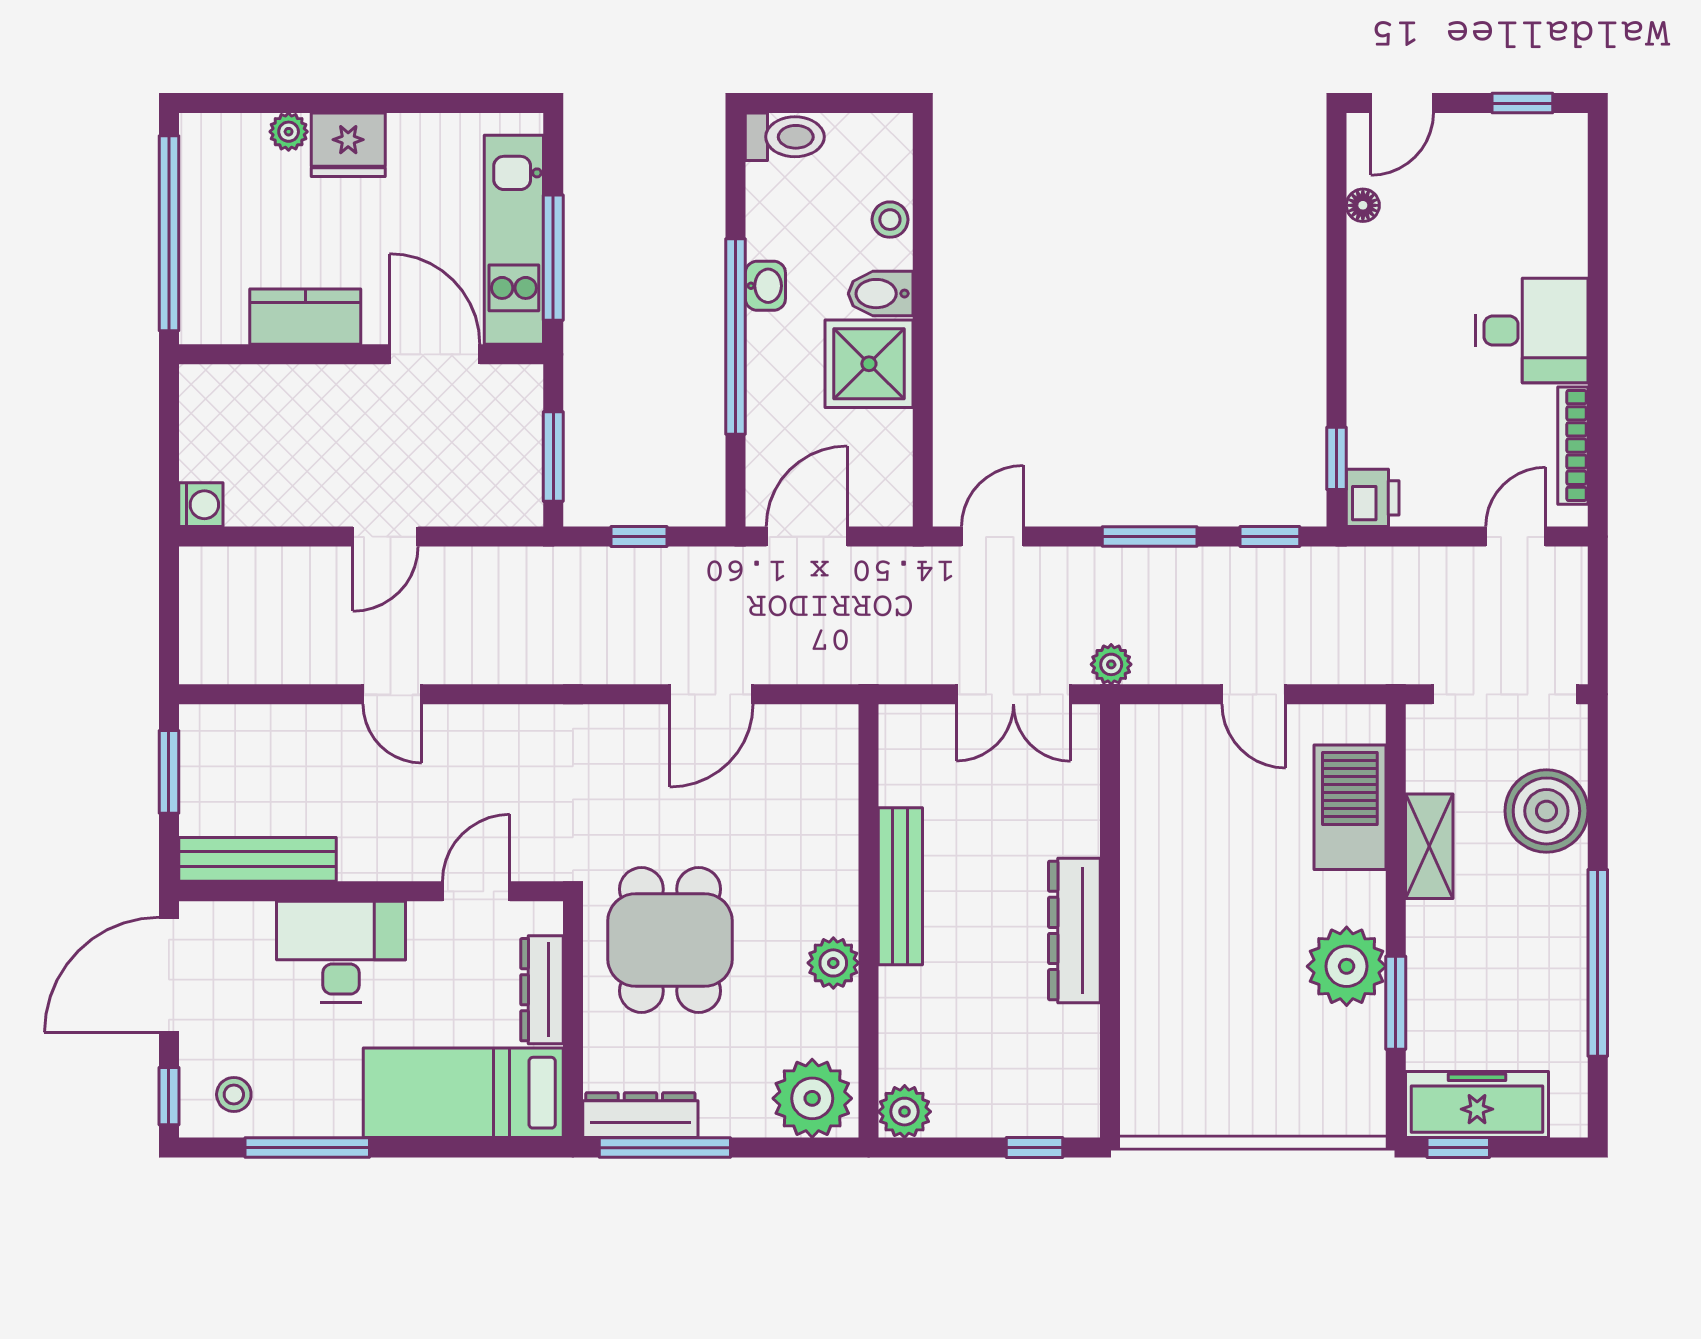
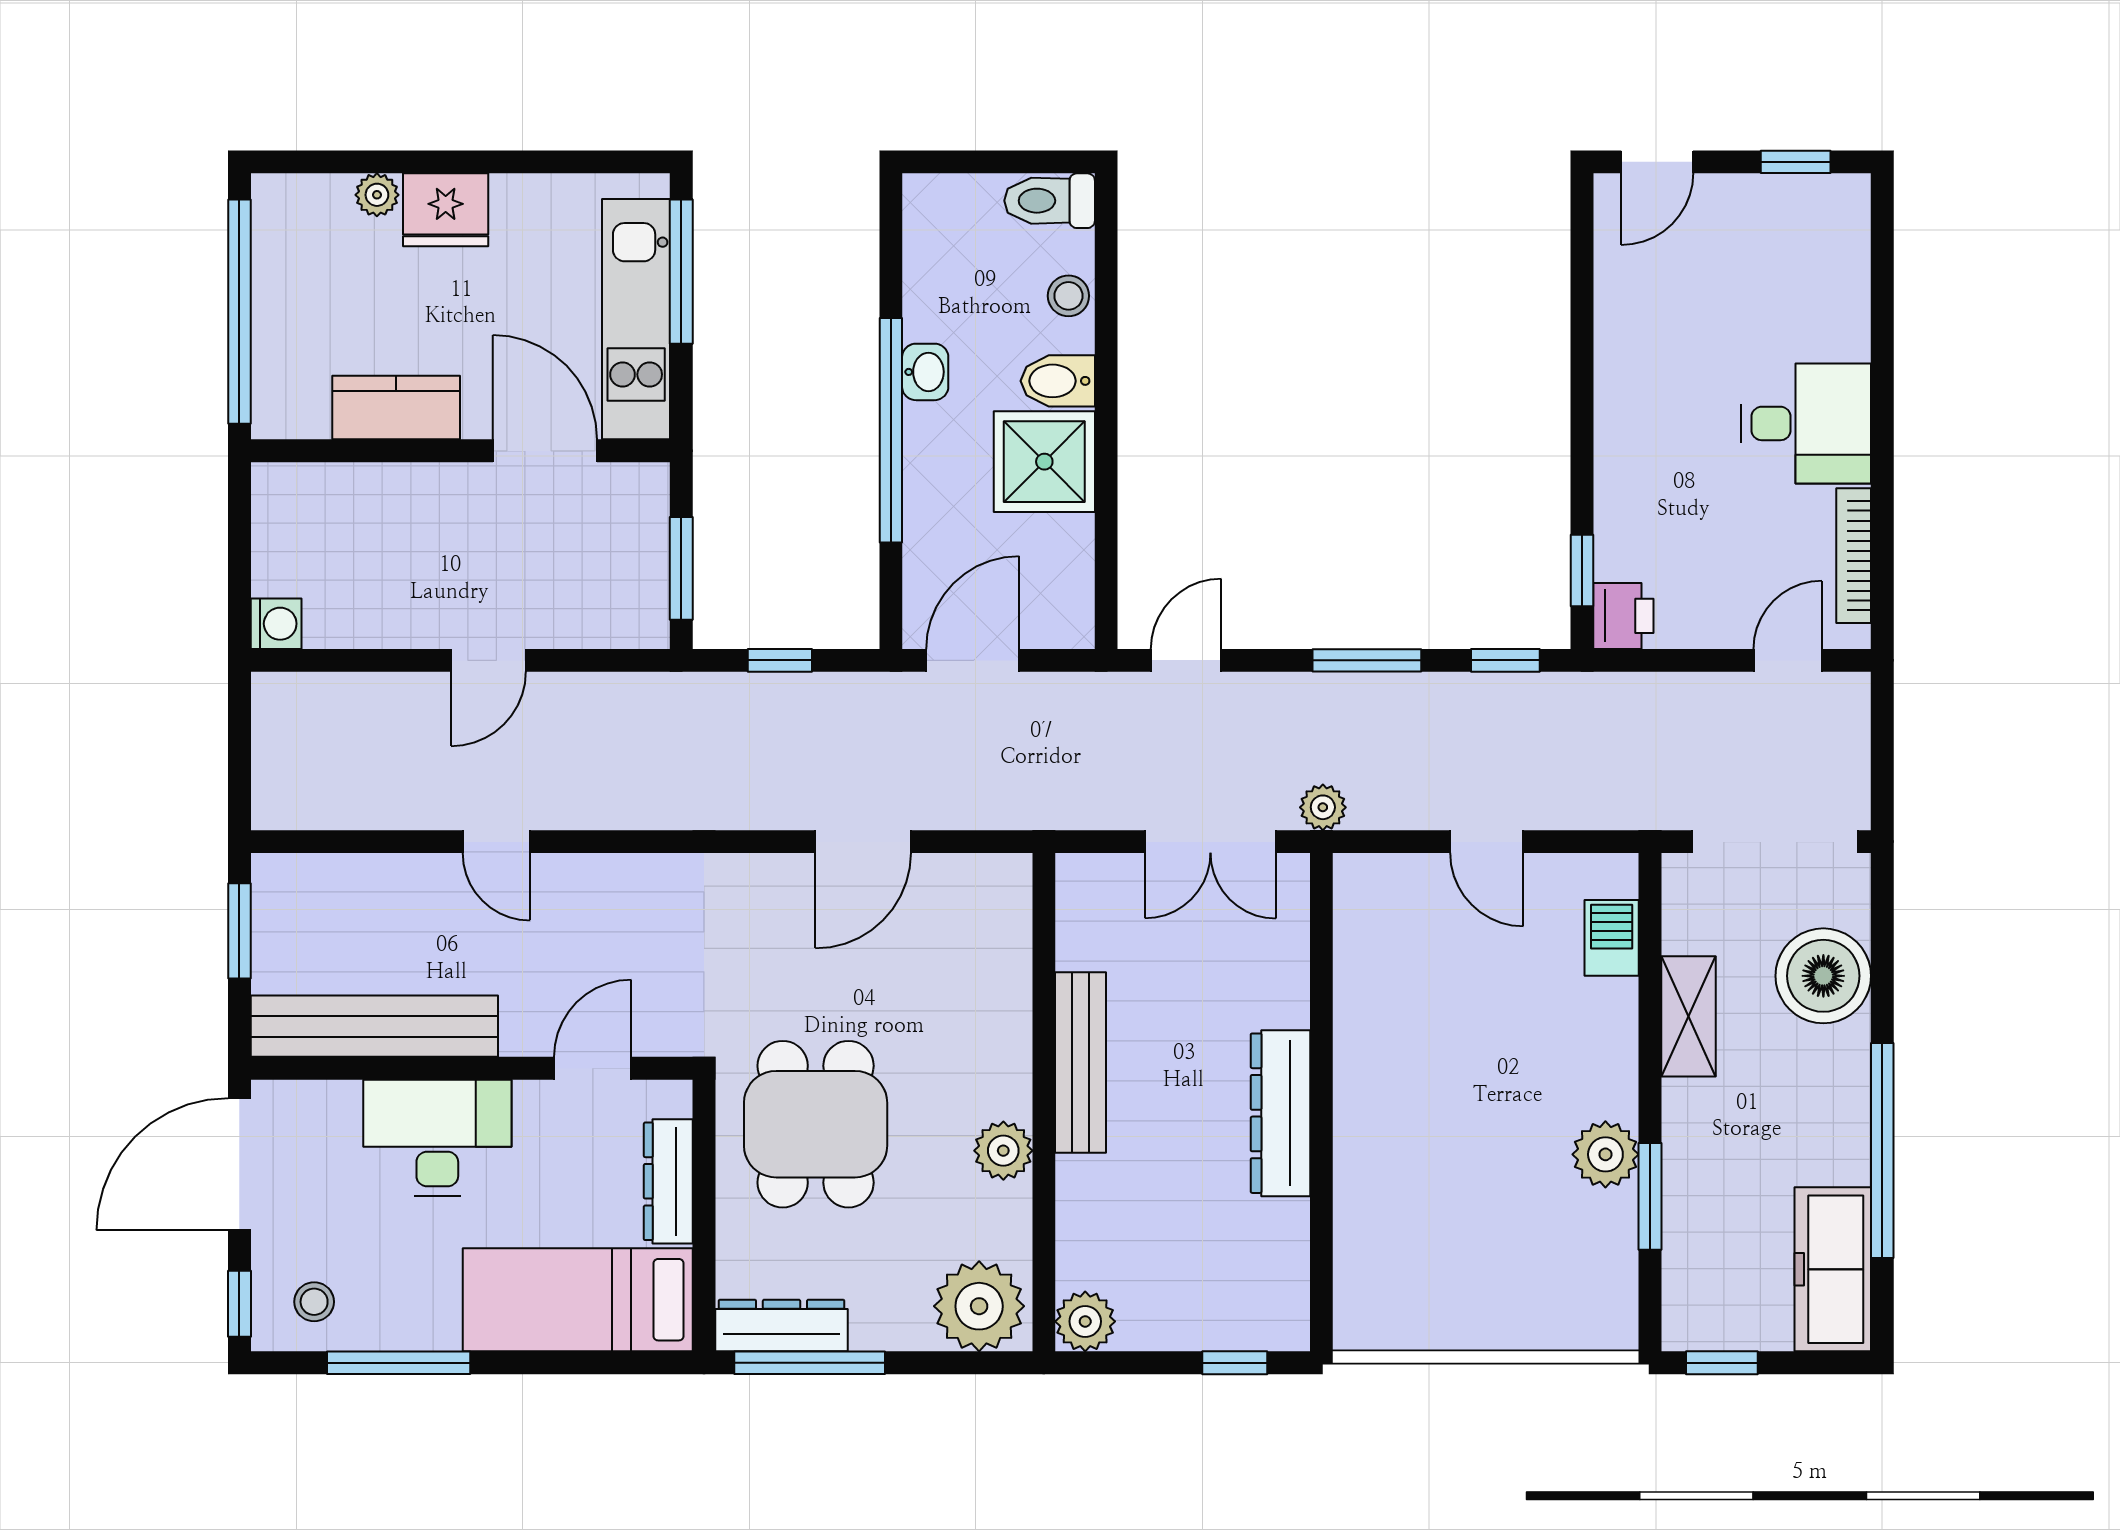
toilet: (785, 137) -> (1050, 201), moved, turned 180
floor lamp: (1363, 205) -> (1612, 279), removed
window: (553, 258) -> (681, 272), moved
barbecue: (1350, 807) -> (1612, 938), width x0.53, depth x0.65
bench: (257, 859) -> (374, 1026), width x1.37, depth x1.21
plant: (1347, 966) -> (1605, 1154), width x0.73, depth x0.73
freezer: (1477, 1104) -> (1833, 1269), moved, turned -90

